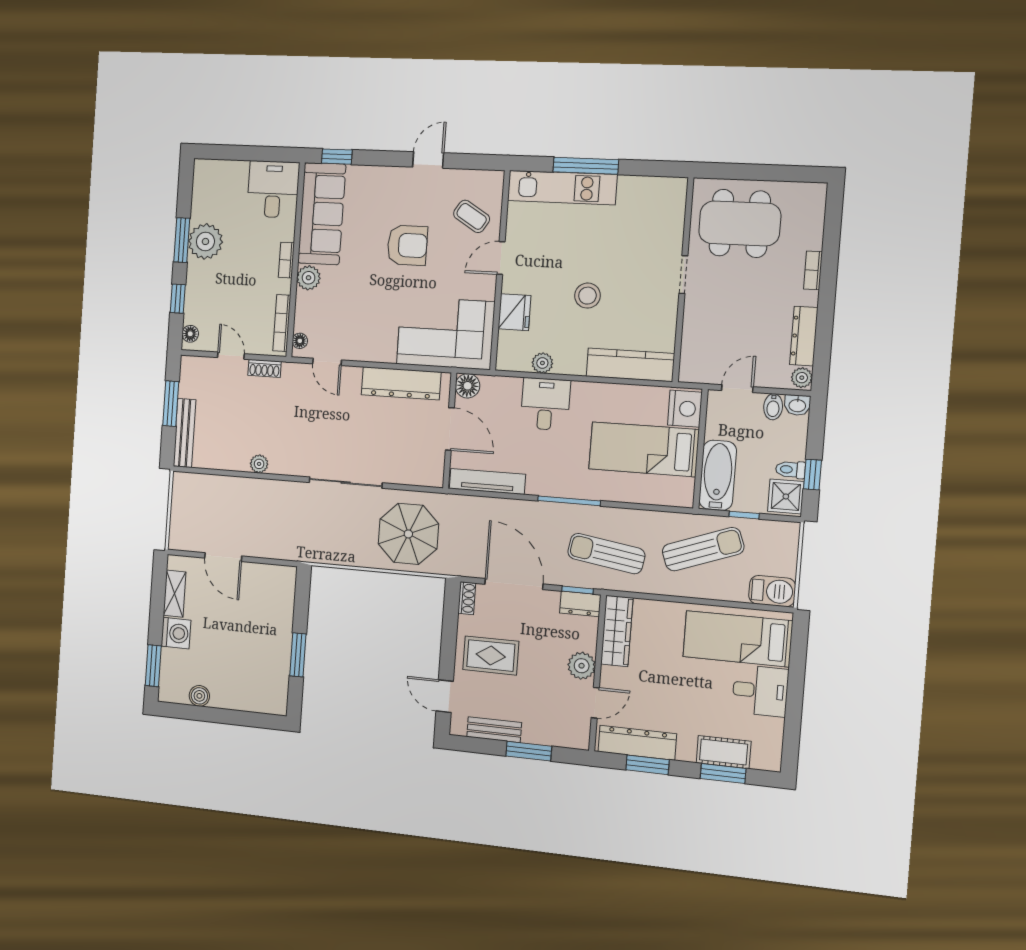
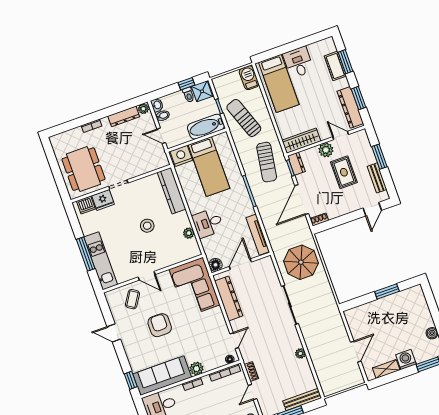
dishwasher: (673, 201) -> (86, 205), added
fridge: (514, 312) -> (103, 200), moved, turned 180
rug: (491, 656) -> (344, 172), moved

